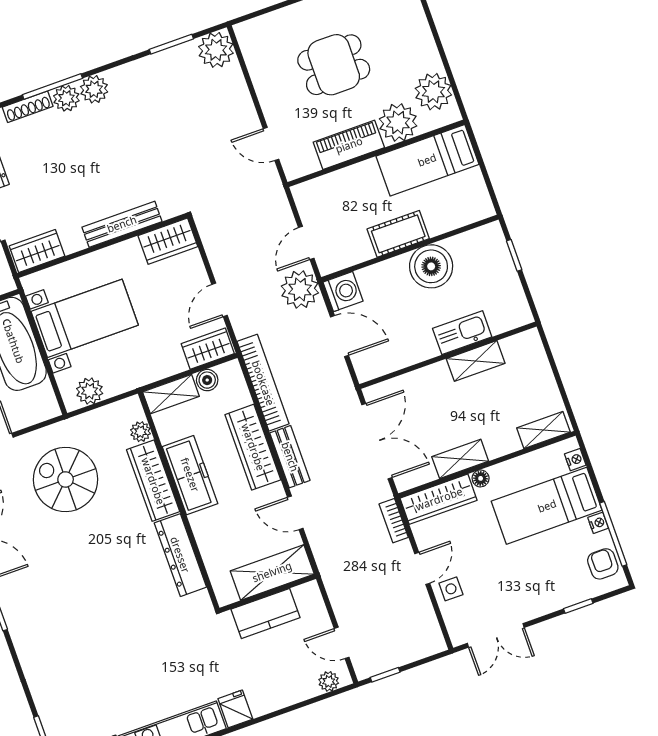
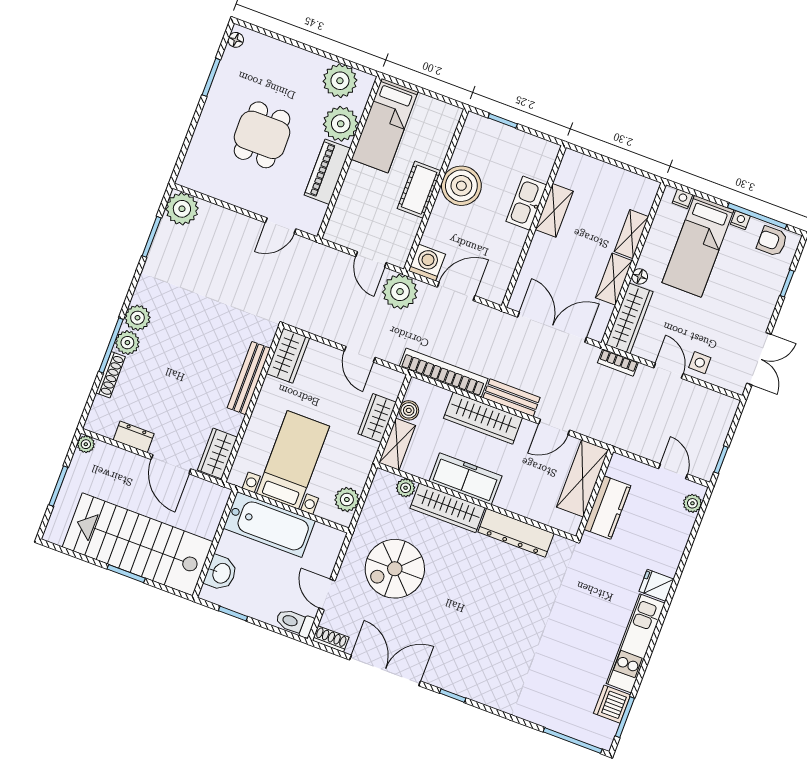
wardrobe: (208, 349) -> (377, 418), moved
shelving: (543, 430) -> (631, 234), moved
door: (342, 643) -> (673, 471), swing flipped

